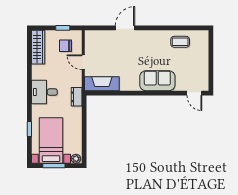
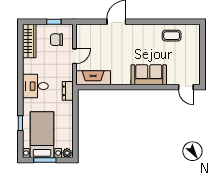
door: (83, 62) -> (74, 56), swing flipped

